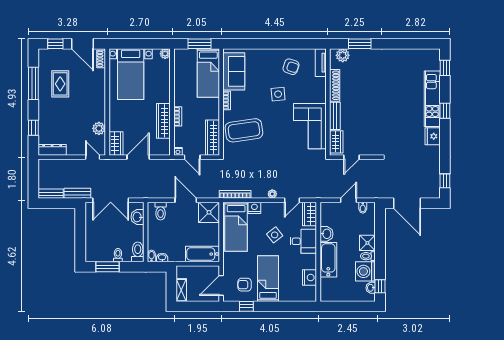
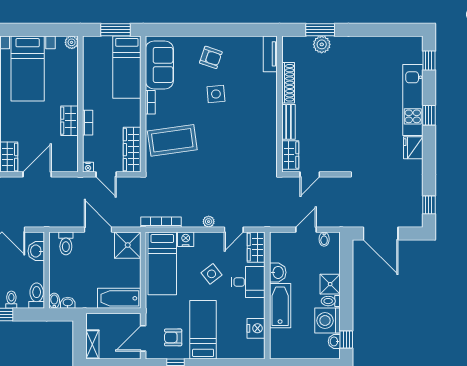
plant: (343, 55) -> (322, 44), moved
armchair: (291, 67) -> (211, 57), moved
wardrobe: (163, 121) -> (69, 121), width x0.67
corner sofa: (310, 126) -> (257, 135), removed

